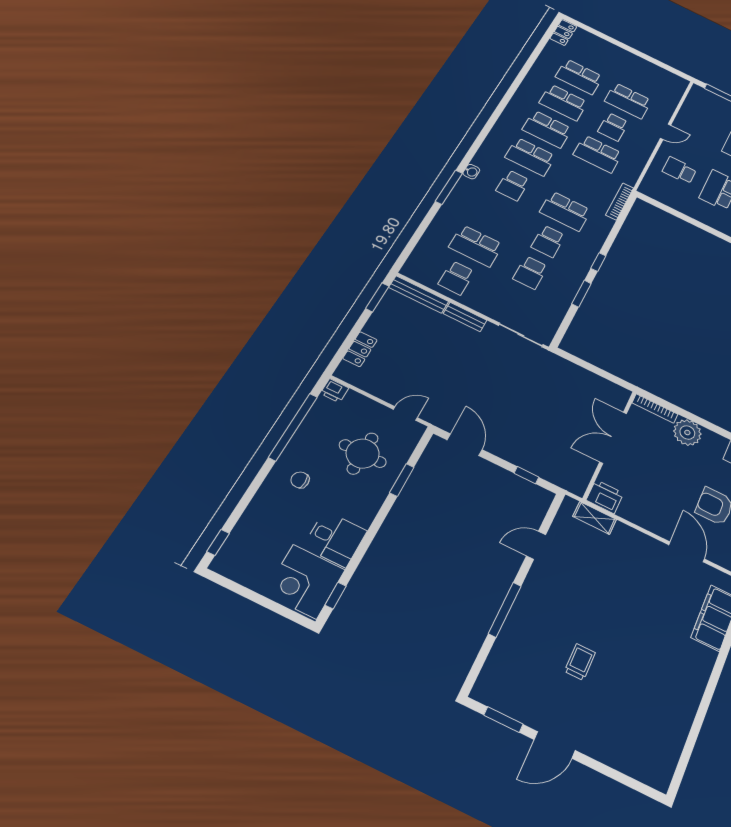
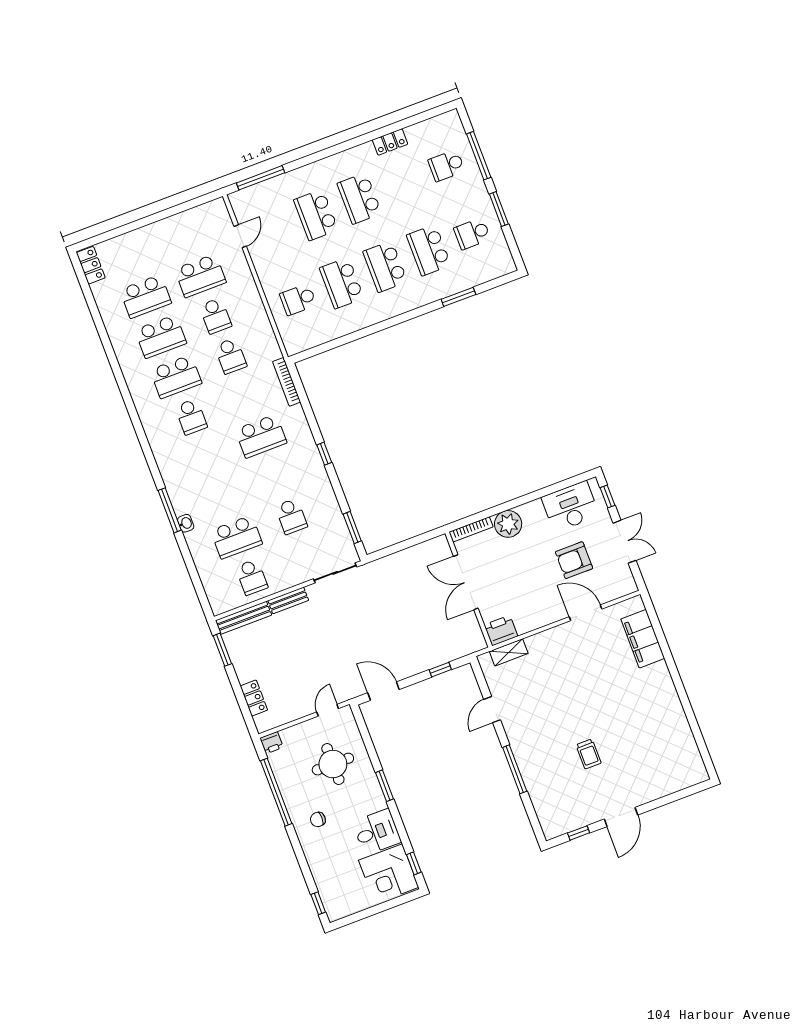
door: (666, 132) -> (240, 236), moved
school desk: (598, 154) -> (231, 356), width x0.54
school desk: (530, 157) -> (191, 417), width x0.54
washbasin: (471, 172) -> (186, 523), moved
school desk: (513, 185) -> (206, 457), removed
school desk: (548, 241) -> (276, 476), removed
window: (582, 294) -> (352, 527), moved
window: (402, 480) -> (385, 786), moved
trolley: (580, 662) -> (588, 754), turned 180
window: (503, 720) -> (579, 833), width x0.67

